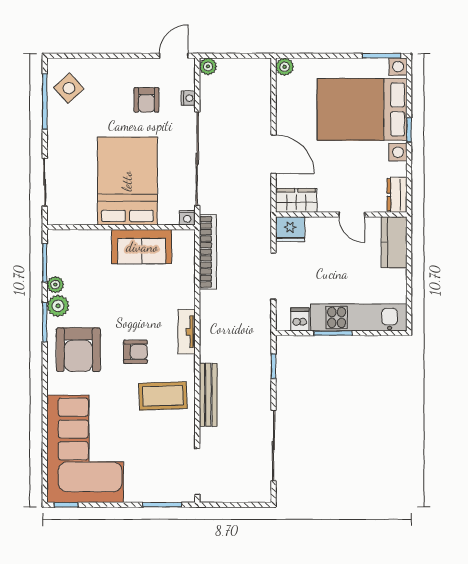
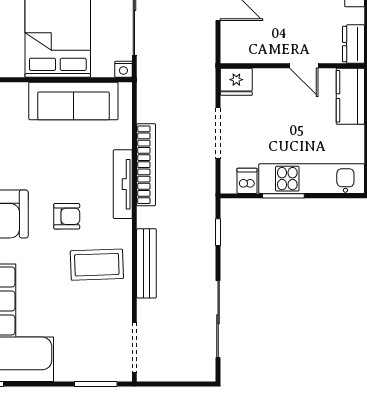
wardrobe: (296, 200) -> (243, 50), removed
sofa: (142, 247) -> (73, 101), width x1.36
bookcase: (208, 252) -> (146, 165), moved
tv unit: (187, 332) -> (123, 184), width x1.41

